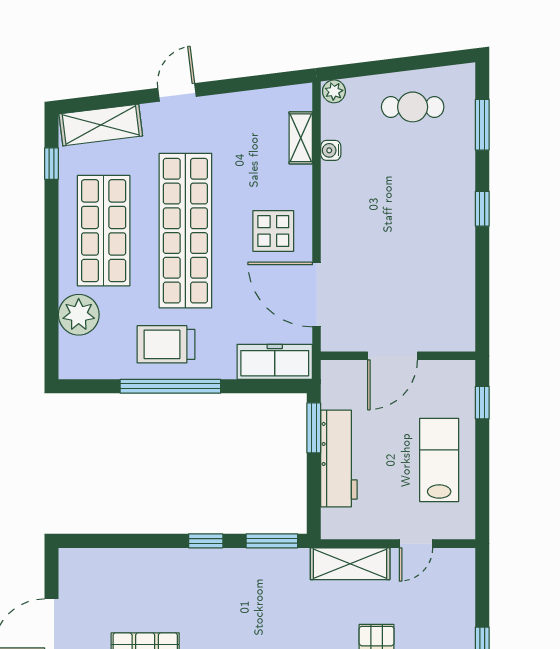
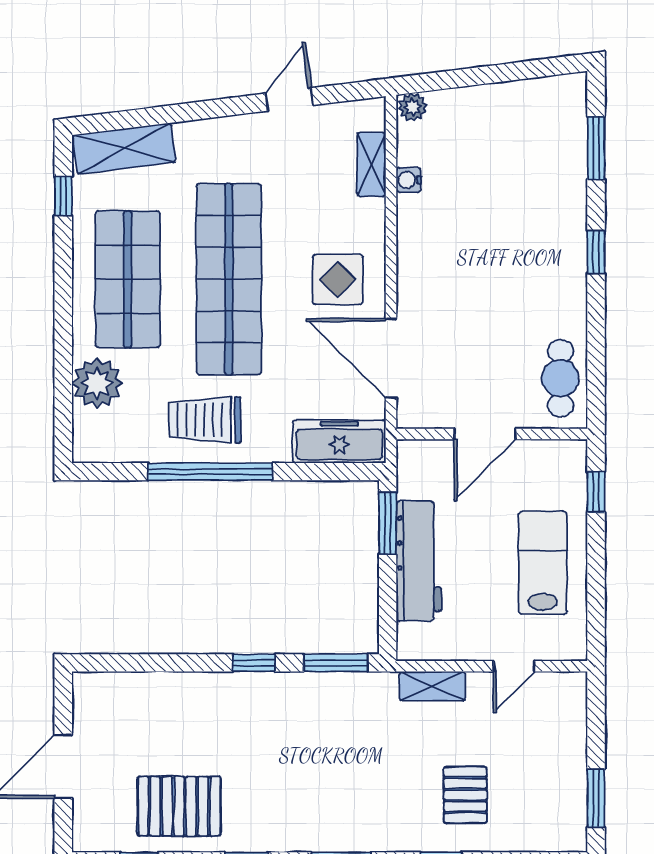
door: (177, 92) -> (289, 99), moved
cafe table: (413, 107) -> (561, 378), moved, turned 90
shelving: (350, 564) -> (432, 686), width x0.67, depth x0.75

